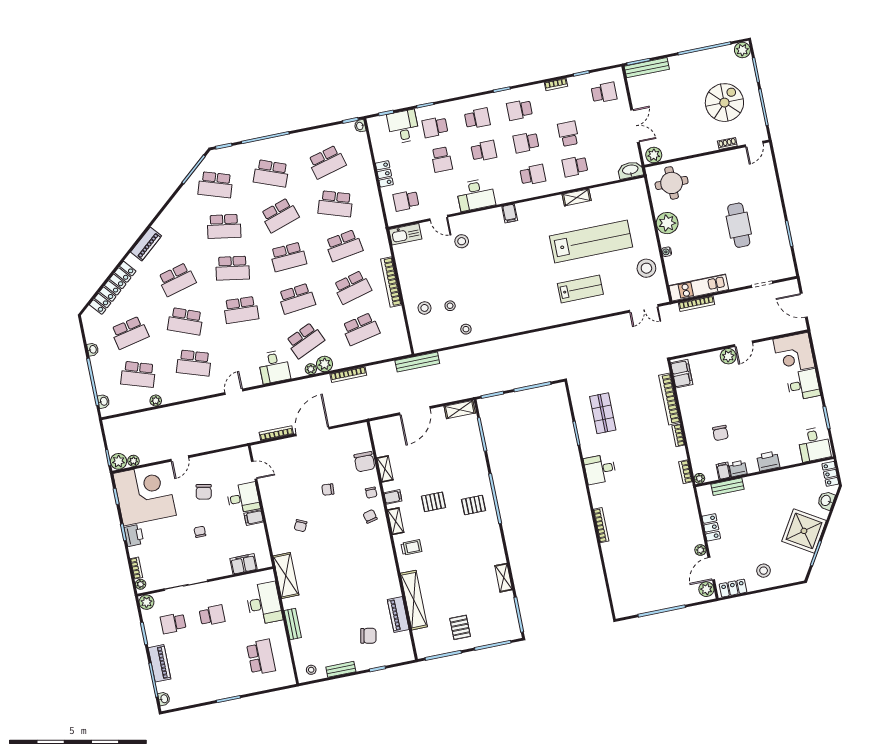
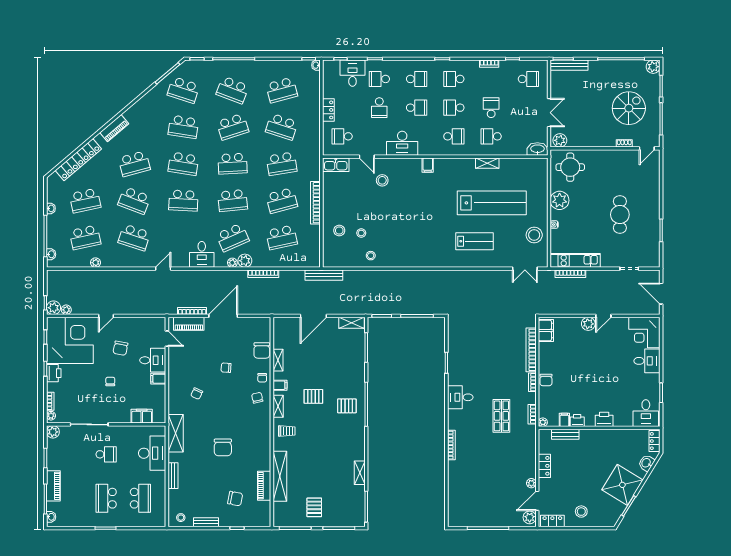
school desk: (138, 374) -> (85, 237), turned -30
shop shelf: (603, 413) -> (501, 416), moved
chair: (720, 433) -> (546, 380), moved
piano: (276, 448) -> (189, 324), added
chair: (343, 581) -> (223, 447), added
school desk: (173, 623) -> (106, 498), moved, width x1.85

